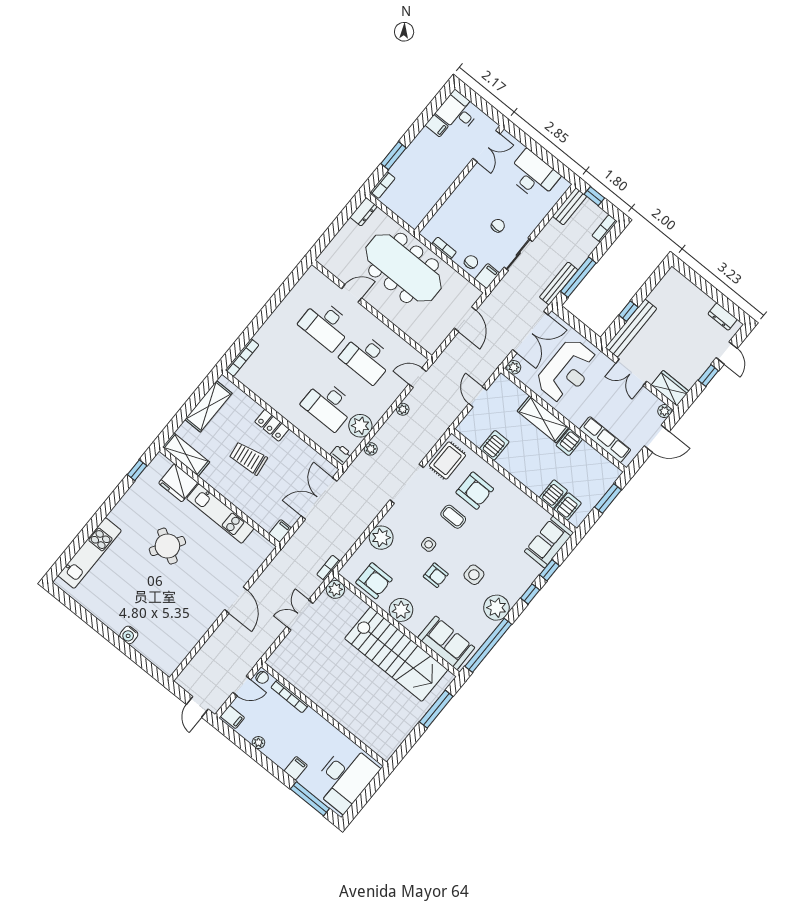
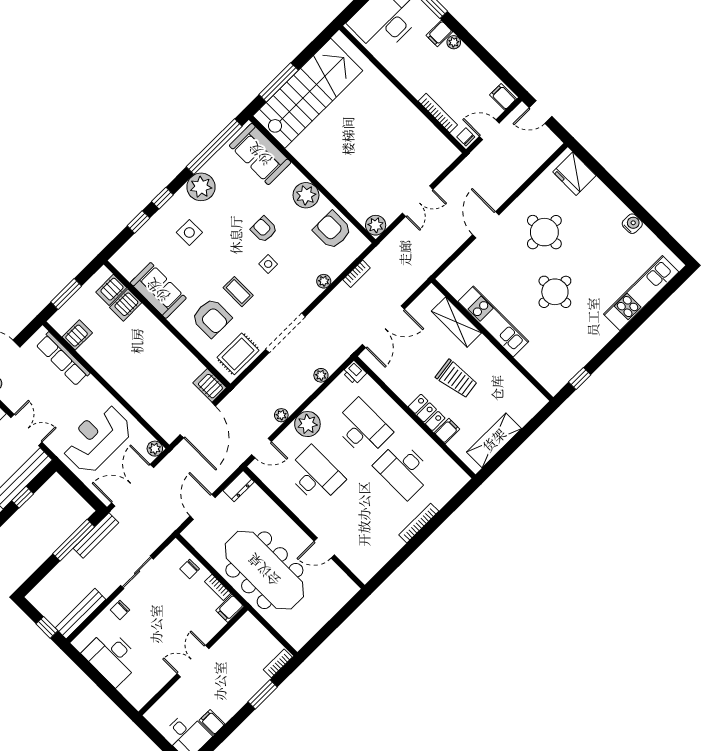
double door: (486, 146) -> (193, 661), moved
bench: (570, 206) -> (80, 614), width x1.36
dresser: (364, 212) -> (239, 486), moved, turned 180
chair: (498, 226) -> (120, 610), moved
bookcase: (605, 228) -> (39, 591), removed
filing cabinet: (487, 276) -> (230, 608), moved
desk: (326, 325) -> (404, 469), moved, turned 180
bookcase: (242, 357) -> (419, 523), moved
door: (478, 397) -> (198, 420), width x1.87
shelving: (543, 419) -> (129, 388), removed
plant: (360, 426) -> (307, 424), moved
server rack: (569, 442) -> (77, 335), moved
server rack: (494, 445) -> (210, 385), moved, turned 90
shelving: (186, 454) -> (456, 322), moved
fridge: (178, 483) -> (574, 174), moved, turned 180
armchair: (475, 491) -> (211, 318), turned 180
filing cabinet: (280, 531) -> (447, 431), moved, turned 180
plant: (381, 538) -> (324, 281), width x0.53, depth x0.53
sofa: (549, 542) -> (158, 290), moved, turned -90
round table: (167, 546) -> (555, 292), turned -31
bookcase: (328, 568) -> (357, 274), moved
side table: (474, 575) -> (189, 232), moved
round table: (183, 599) -> (544, 232), added
water cooler: (129, 635) -> (632, 224), moved
stairs: (396, 654) -> (308, 93), moved, turned 90
door: (197, 707) -> (540, 112), swing flipped
plant: (258, 743) -> (454, 42), moved

